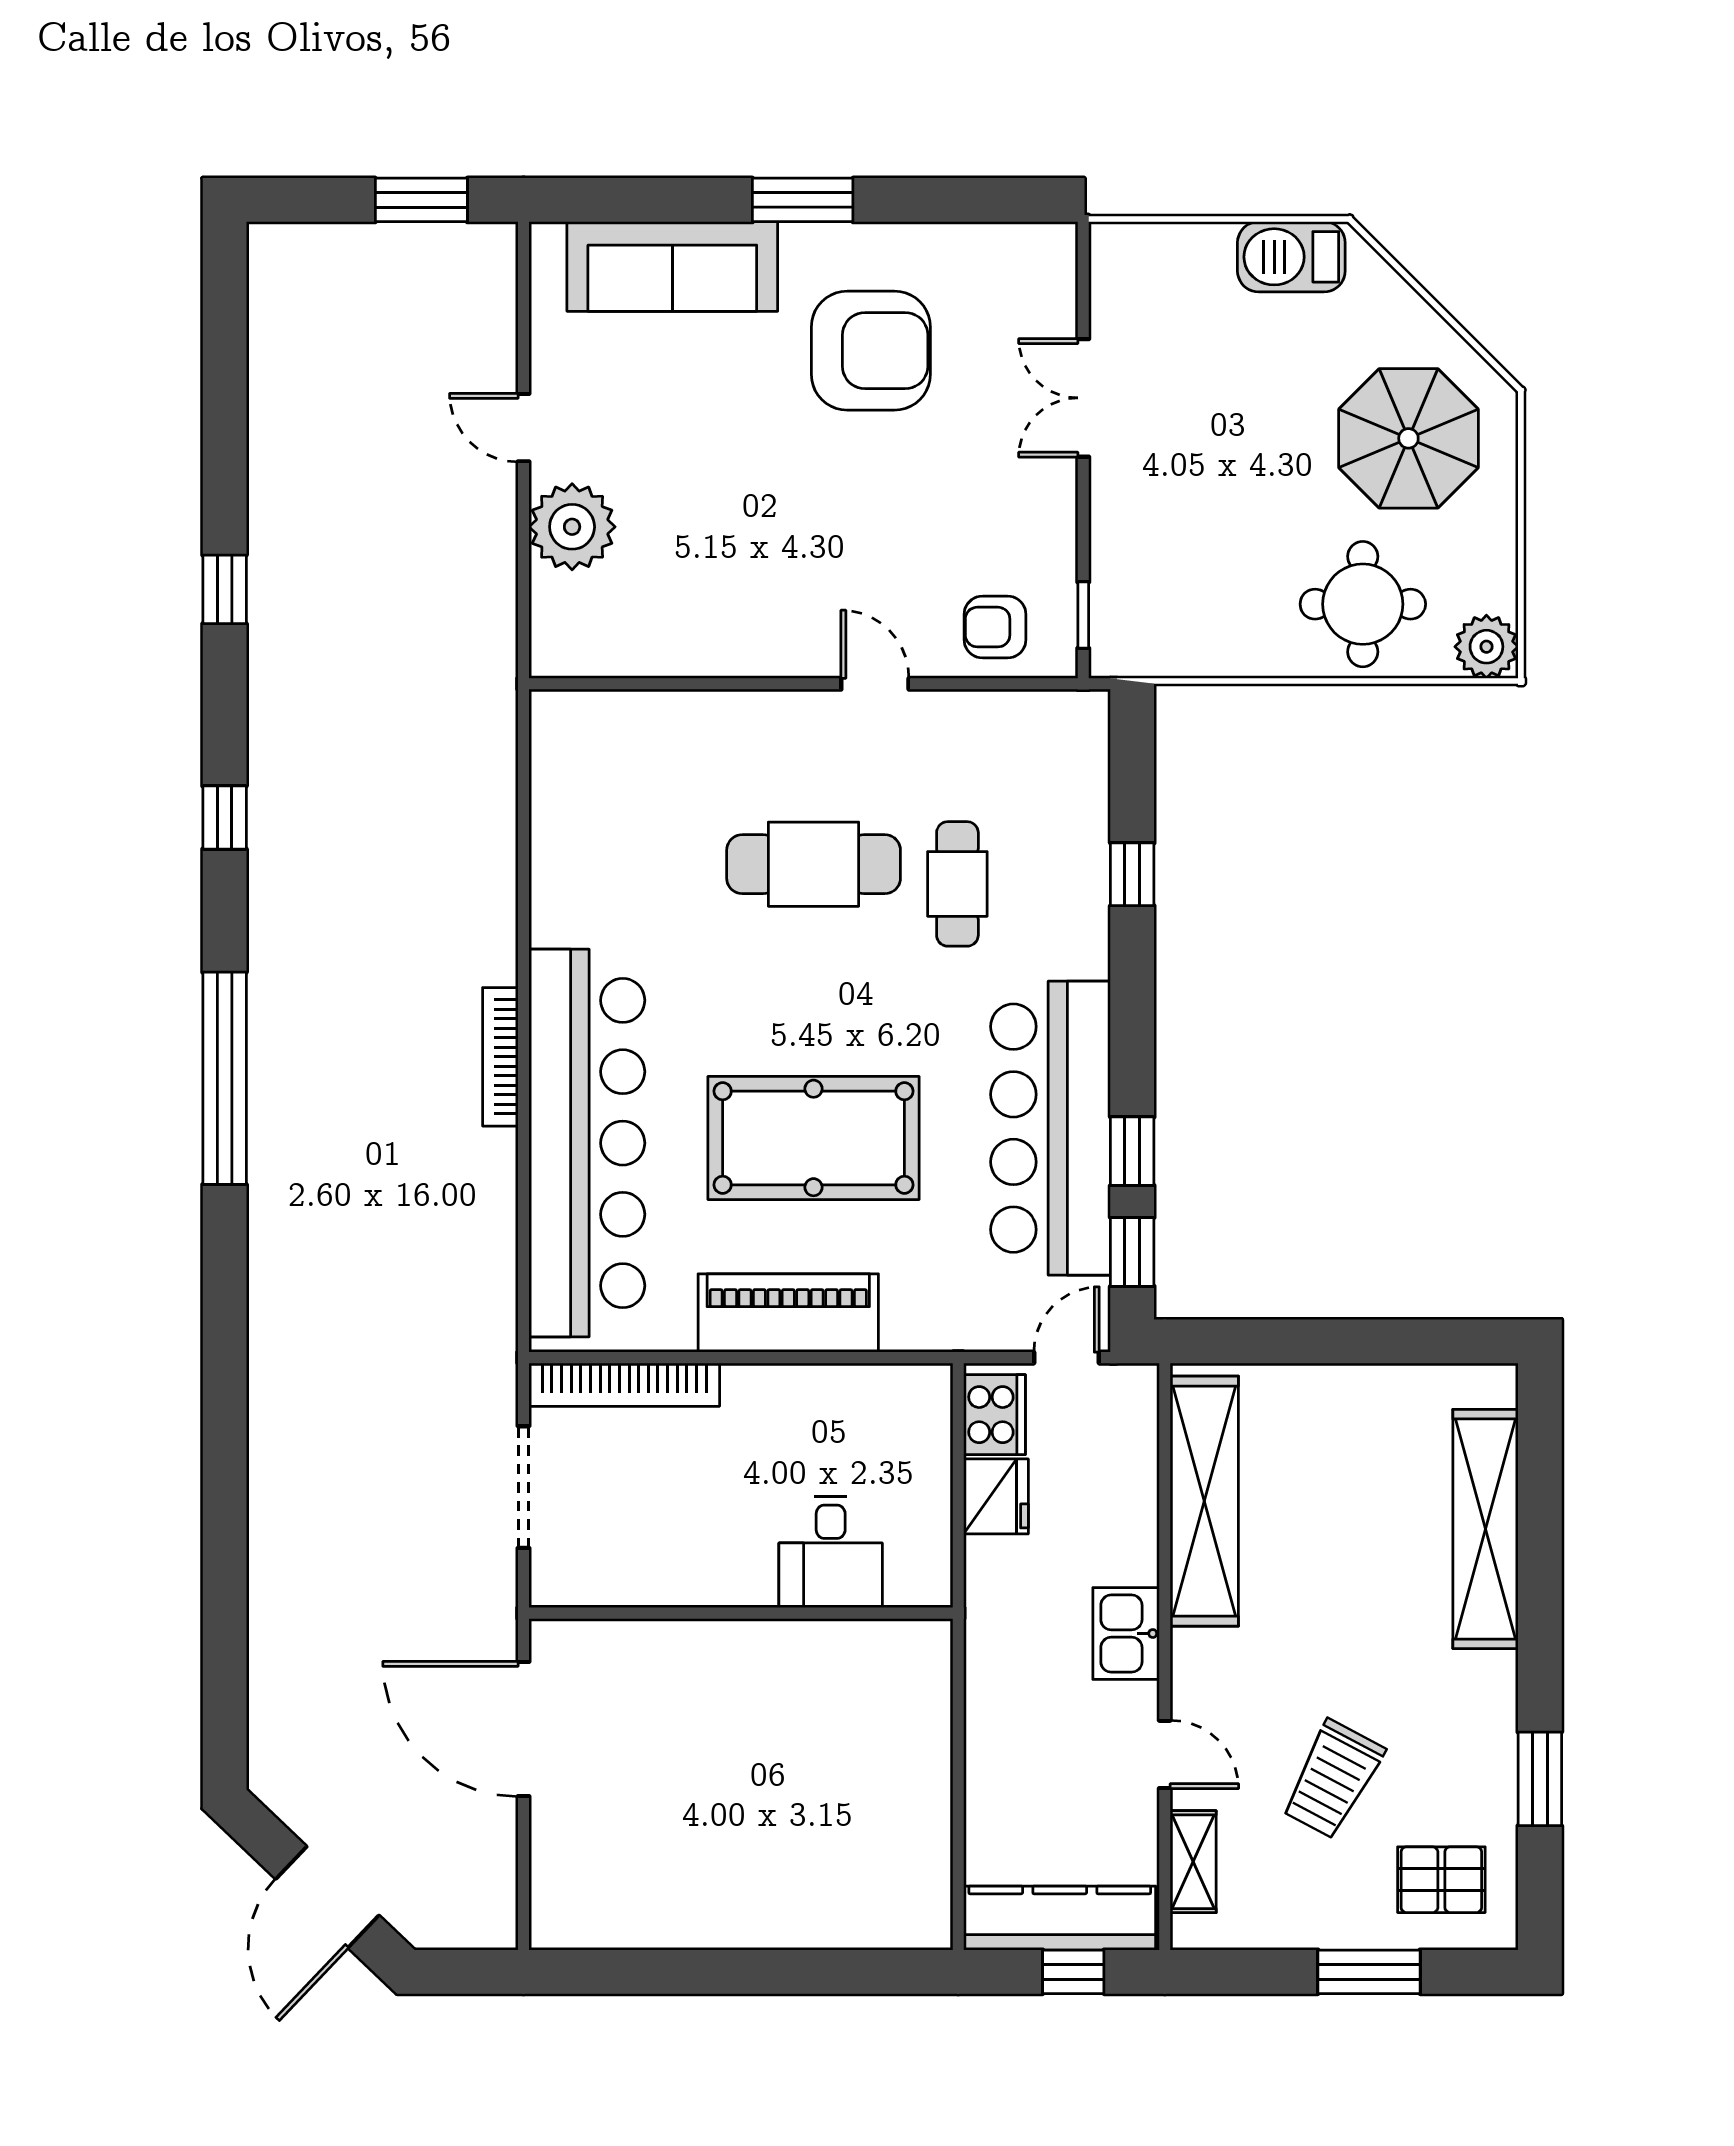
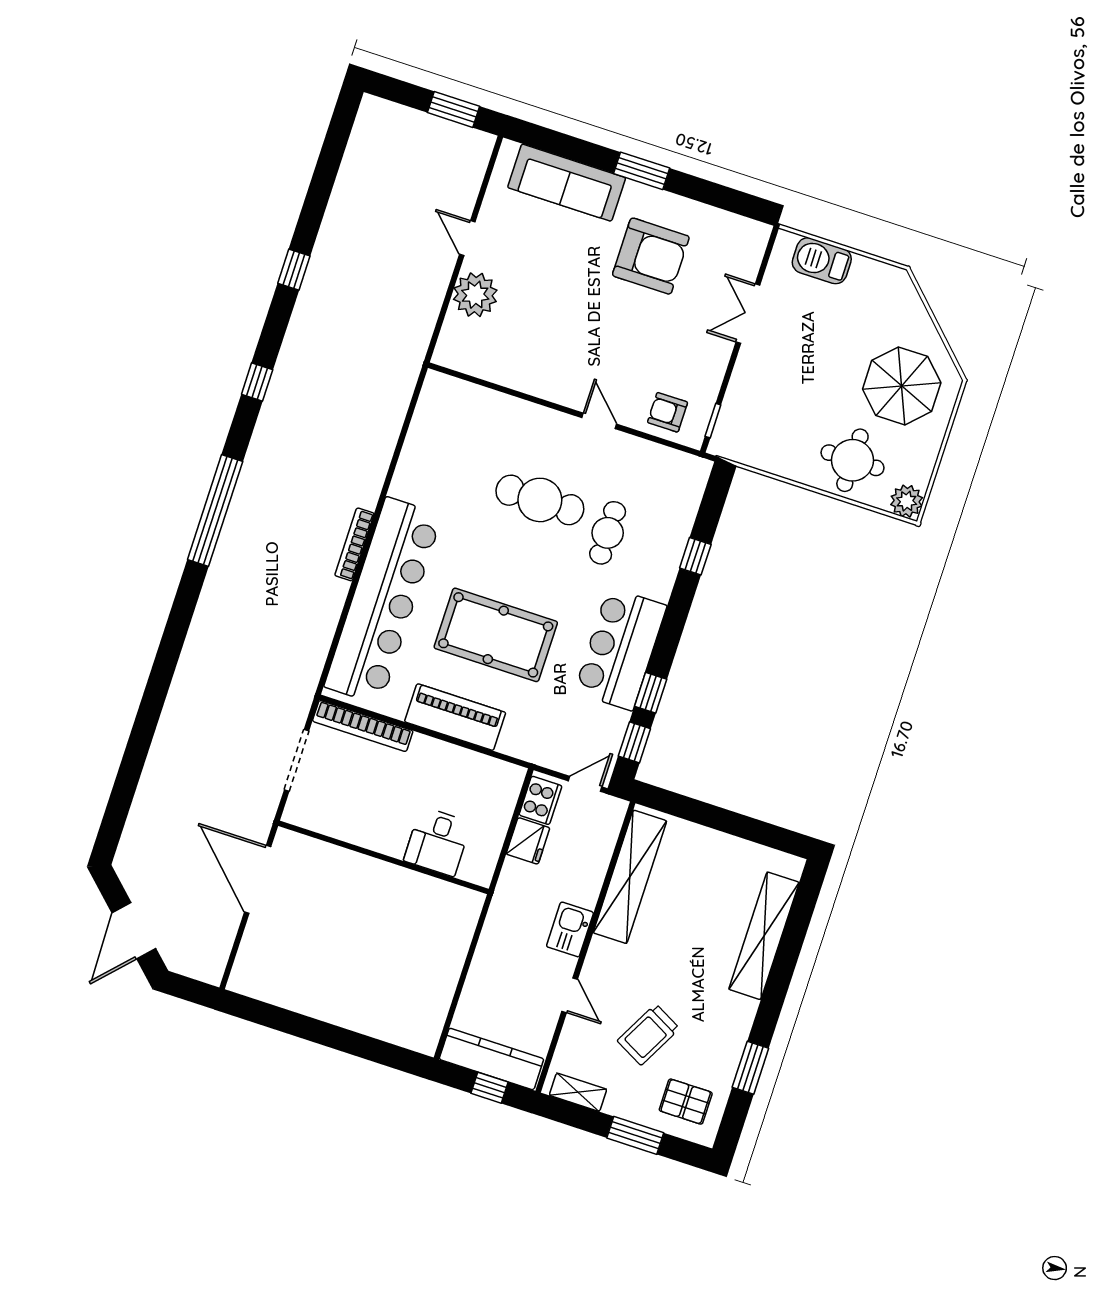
barbecue: (1291, 257) -> (822, 261), moved
bar counter: (1051, 1128) -> (620, 649), width x0.73
shelving: (1193, 1862) -> (578, 1092), moved, turned 90

